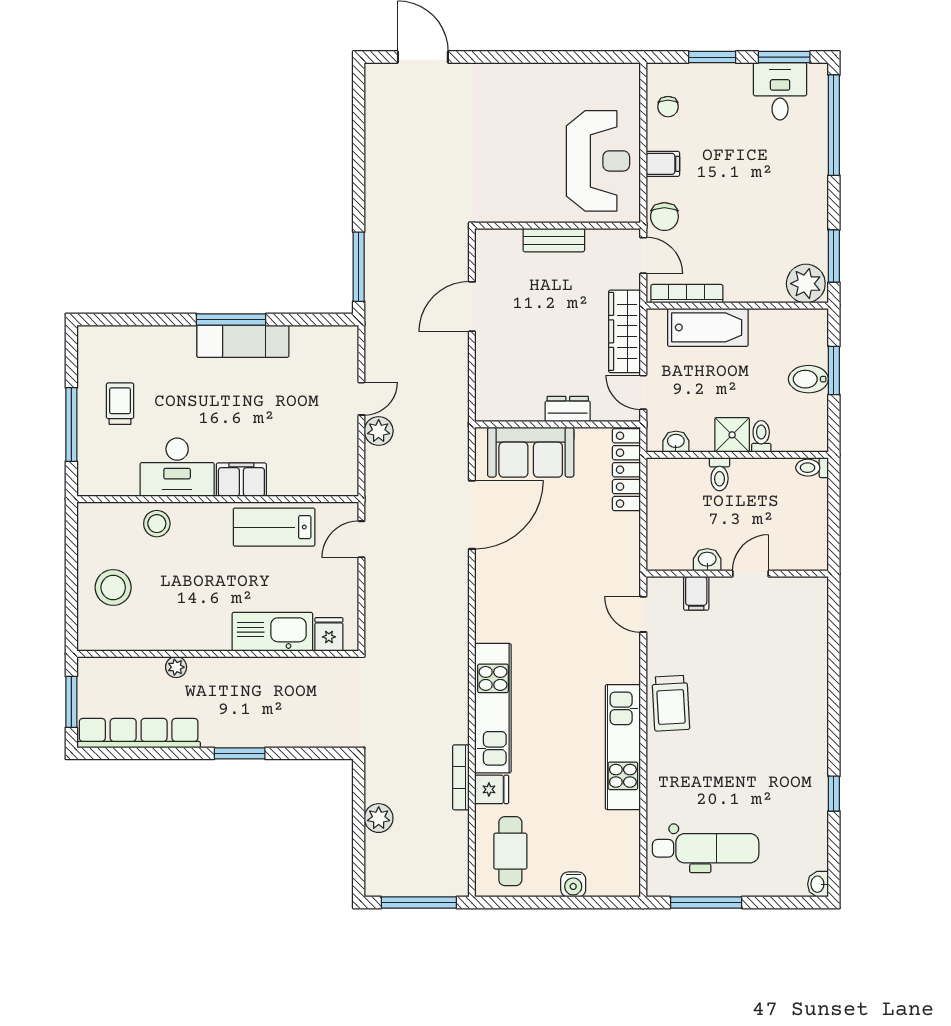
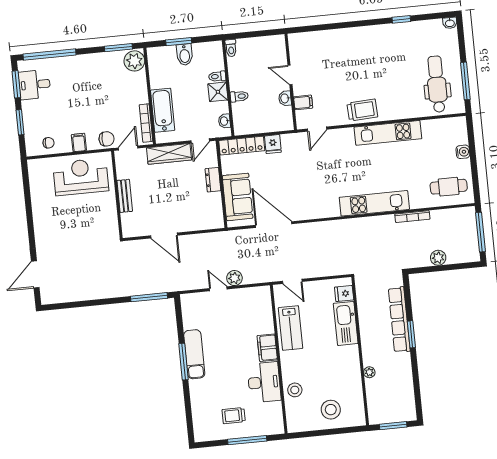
row of seats: (139, 733) -> (399, 320), moved
fridge: (492, 789) -> (273, 144), moved, turned 180

